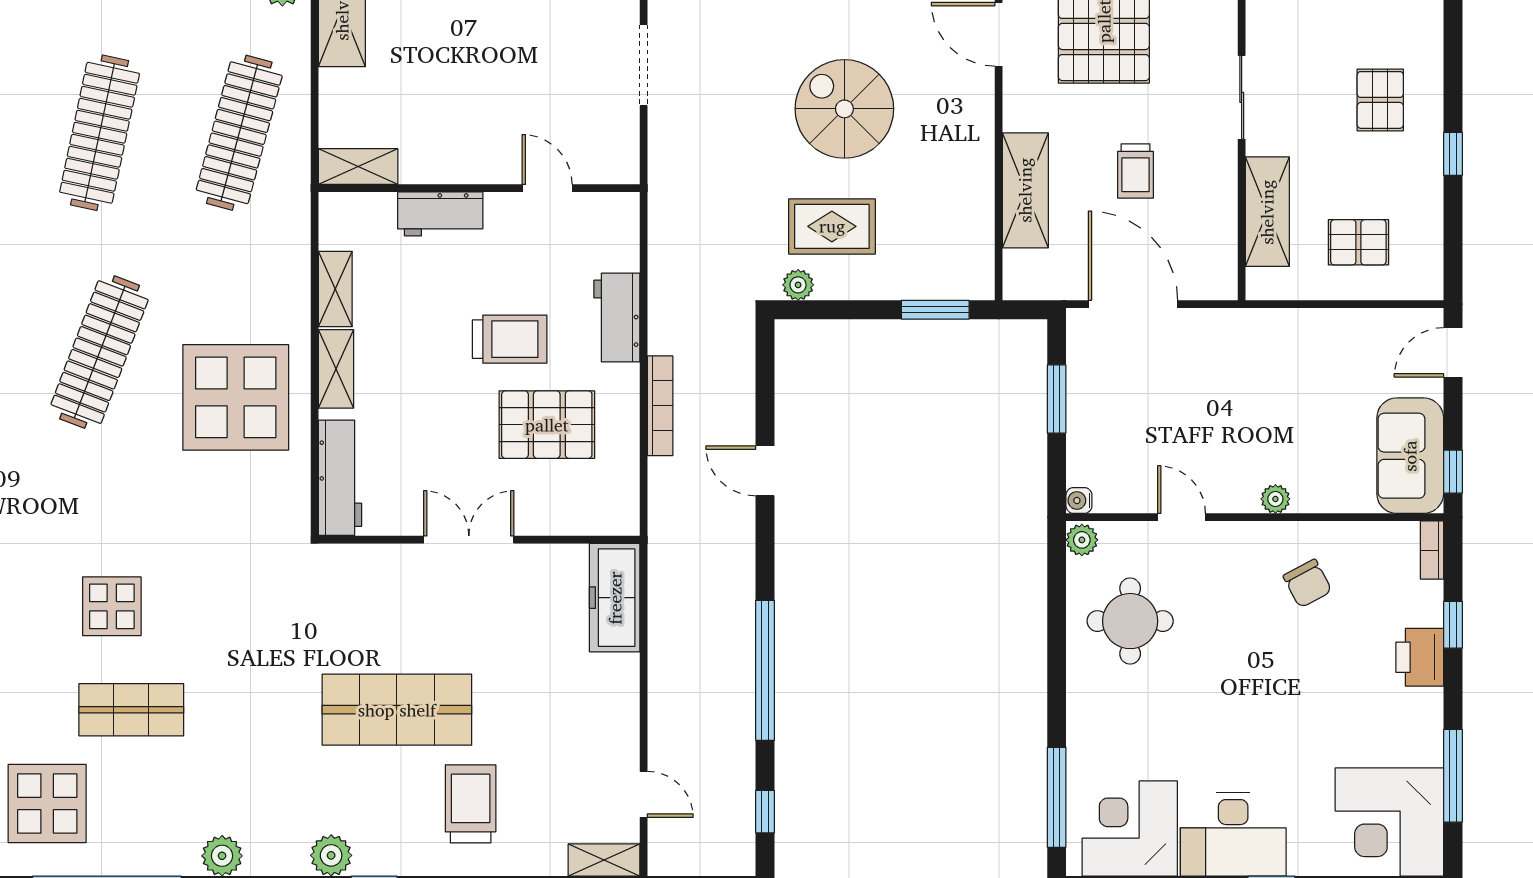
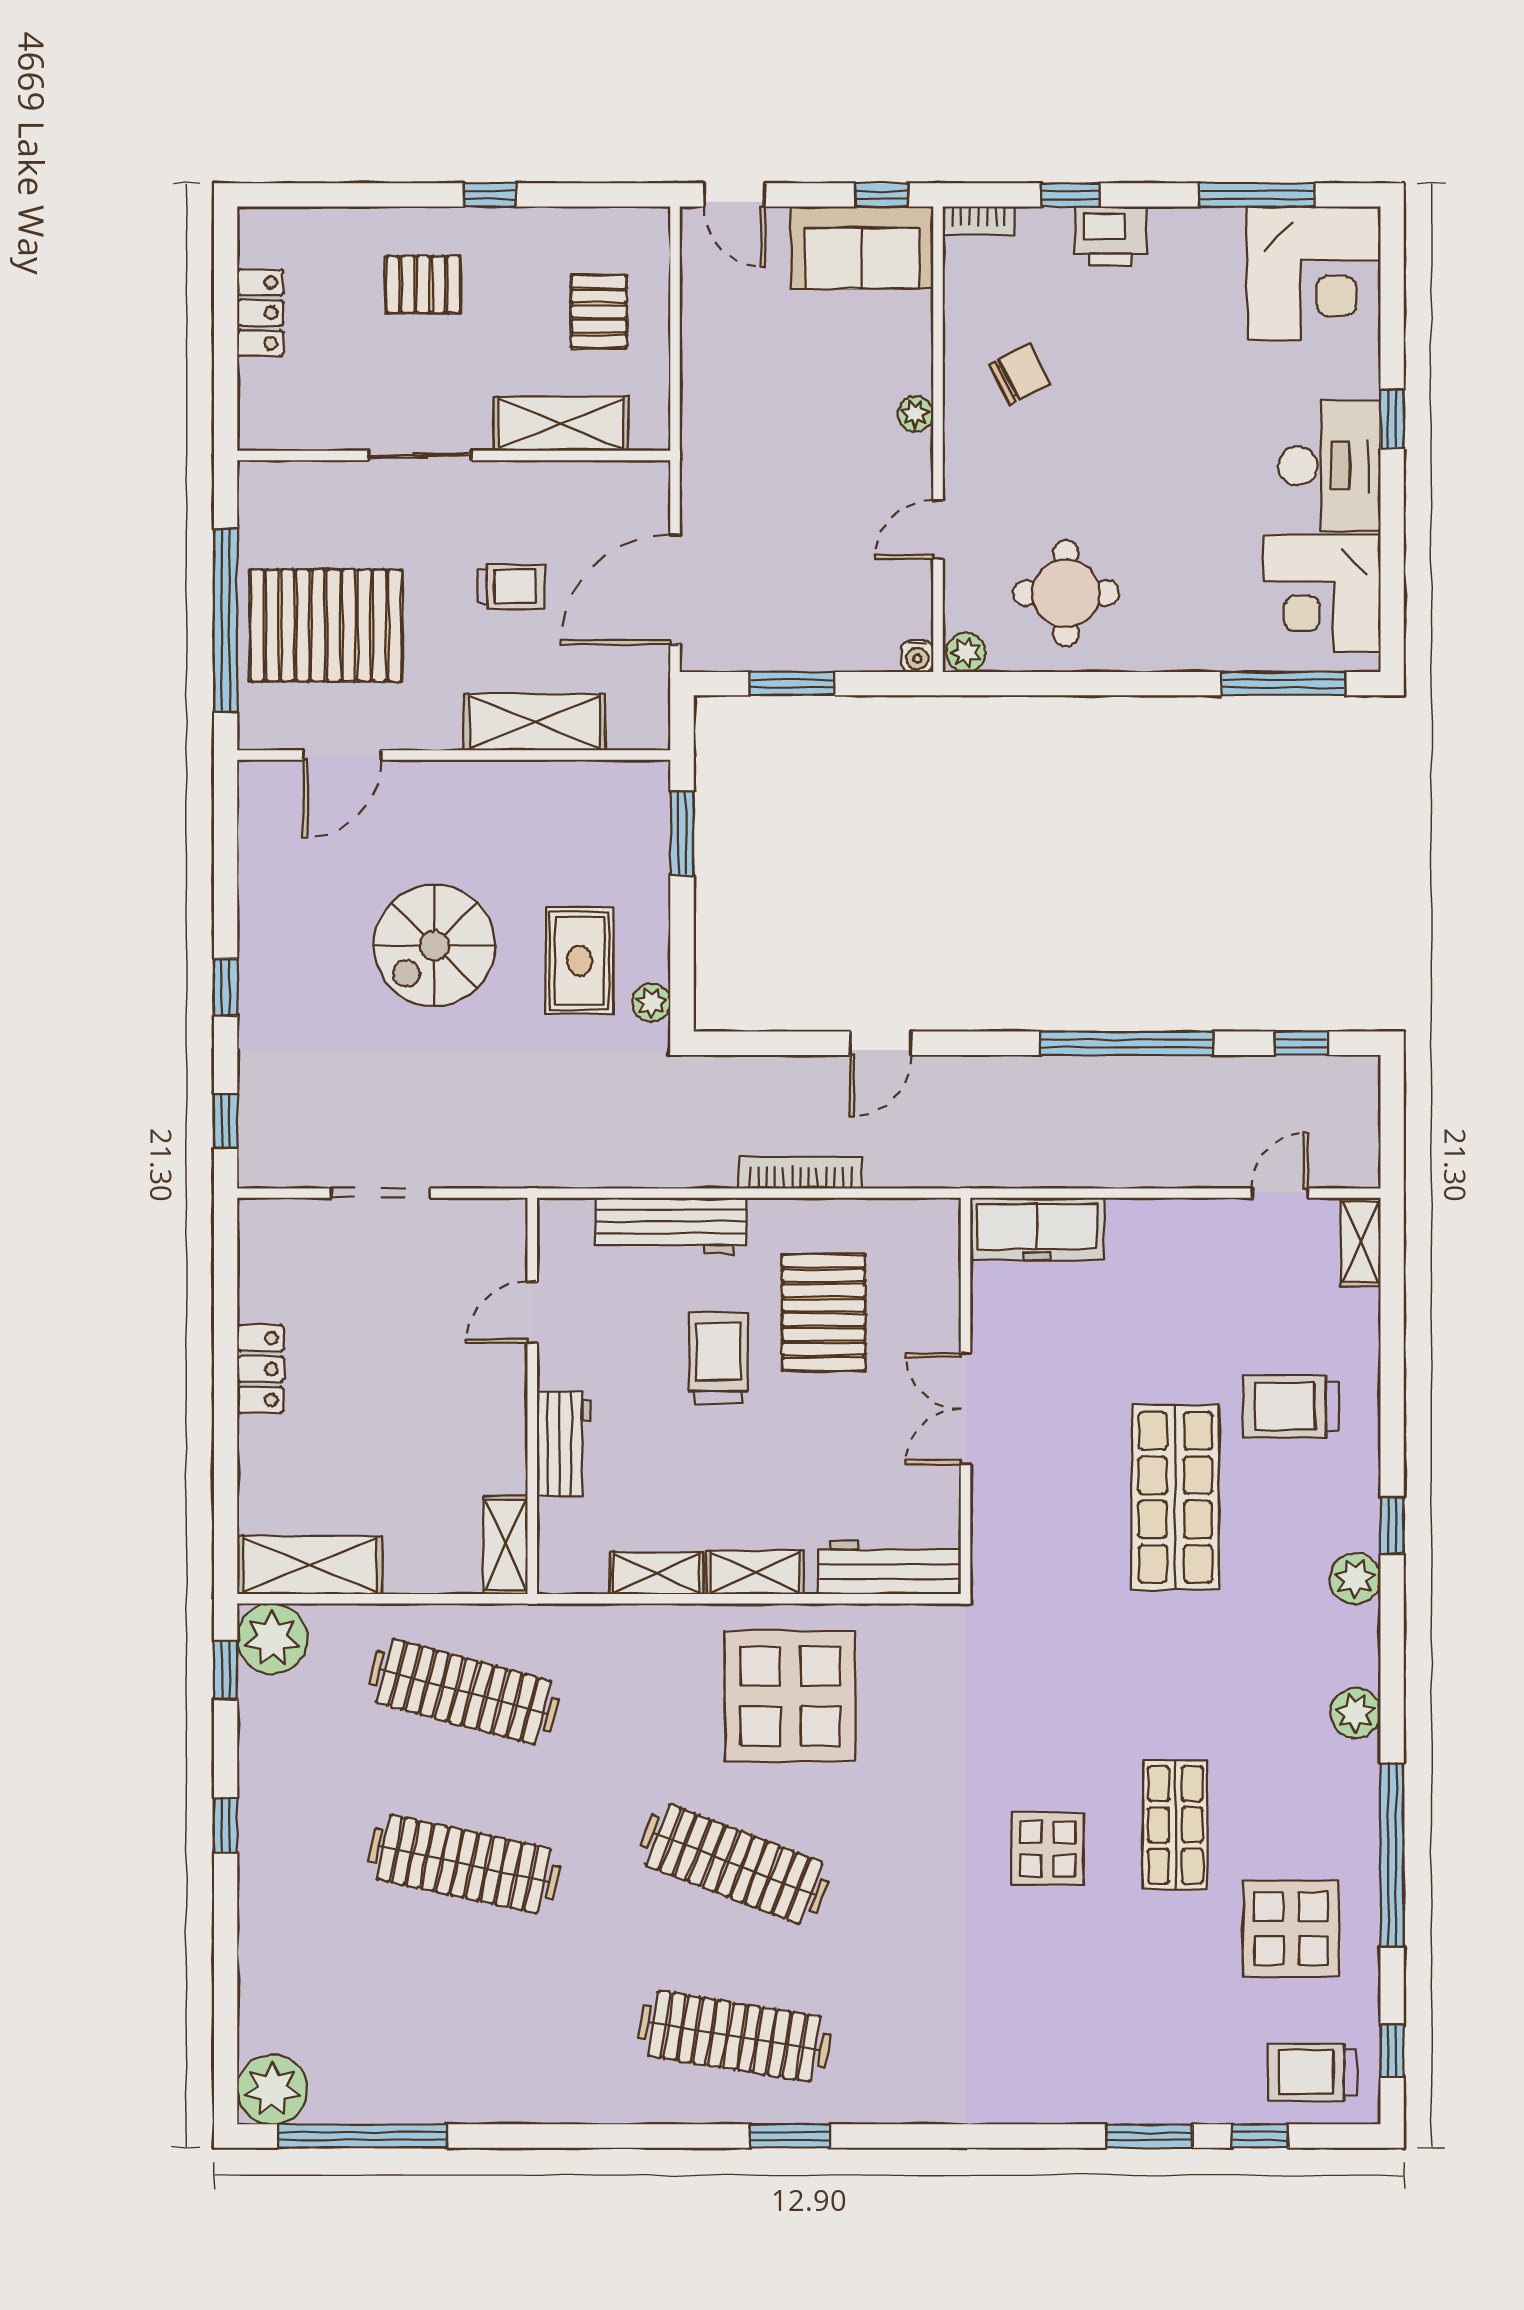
workbench: (617, 318) -> (671, 1226), width x1.38

